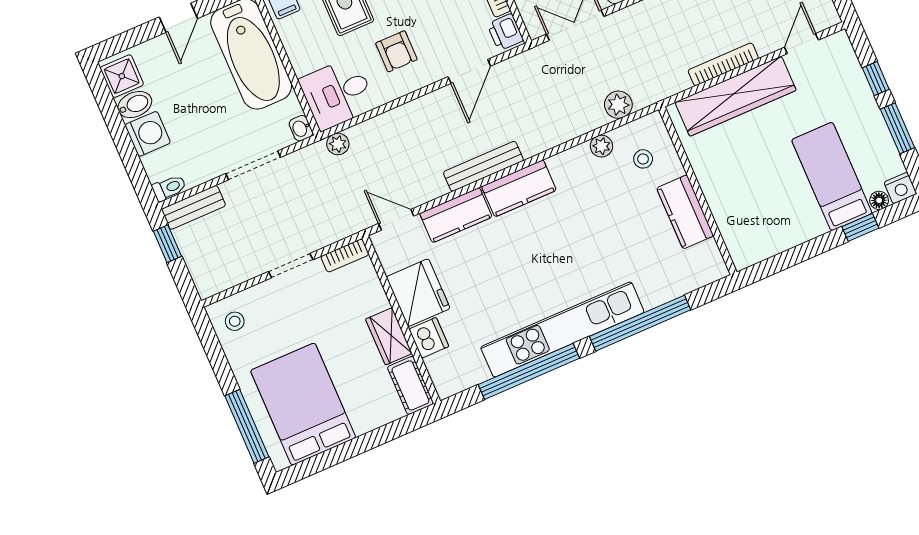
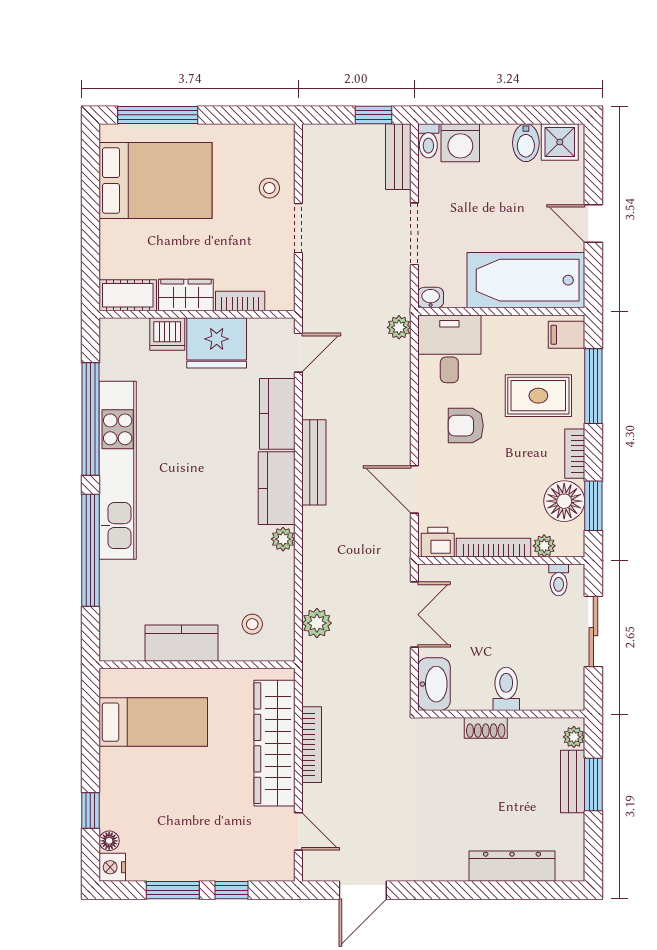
washing machine: (148, 134) -> (460, 143), moved
plant: (601, 146) -> (283, 539), moved
bed: (832, 176) -> (153, 722), moved
bookcase: (345, 256) -> (240, 301), moved, turned 90
stool: (235, 321) -> (269, 188), moved

